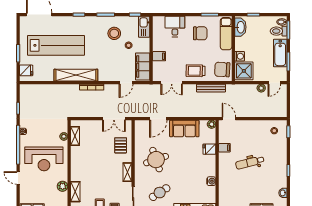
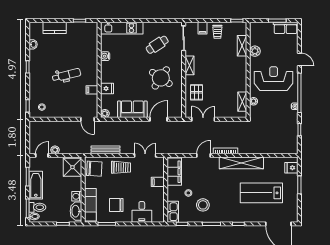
lab bench: (56, 45) -> (261, 193), width x0.73
washing machine: (240, 56) -> (77, 196), moved
door: (126, 83) -> (203, 155), moved
round table: (156, 160) -> (161, 78), turned -37

